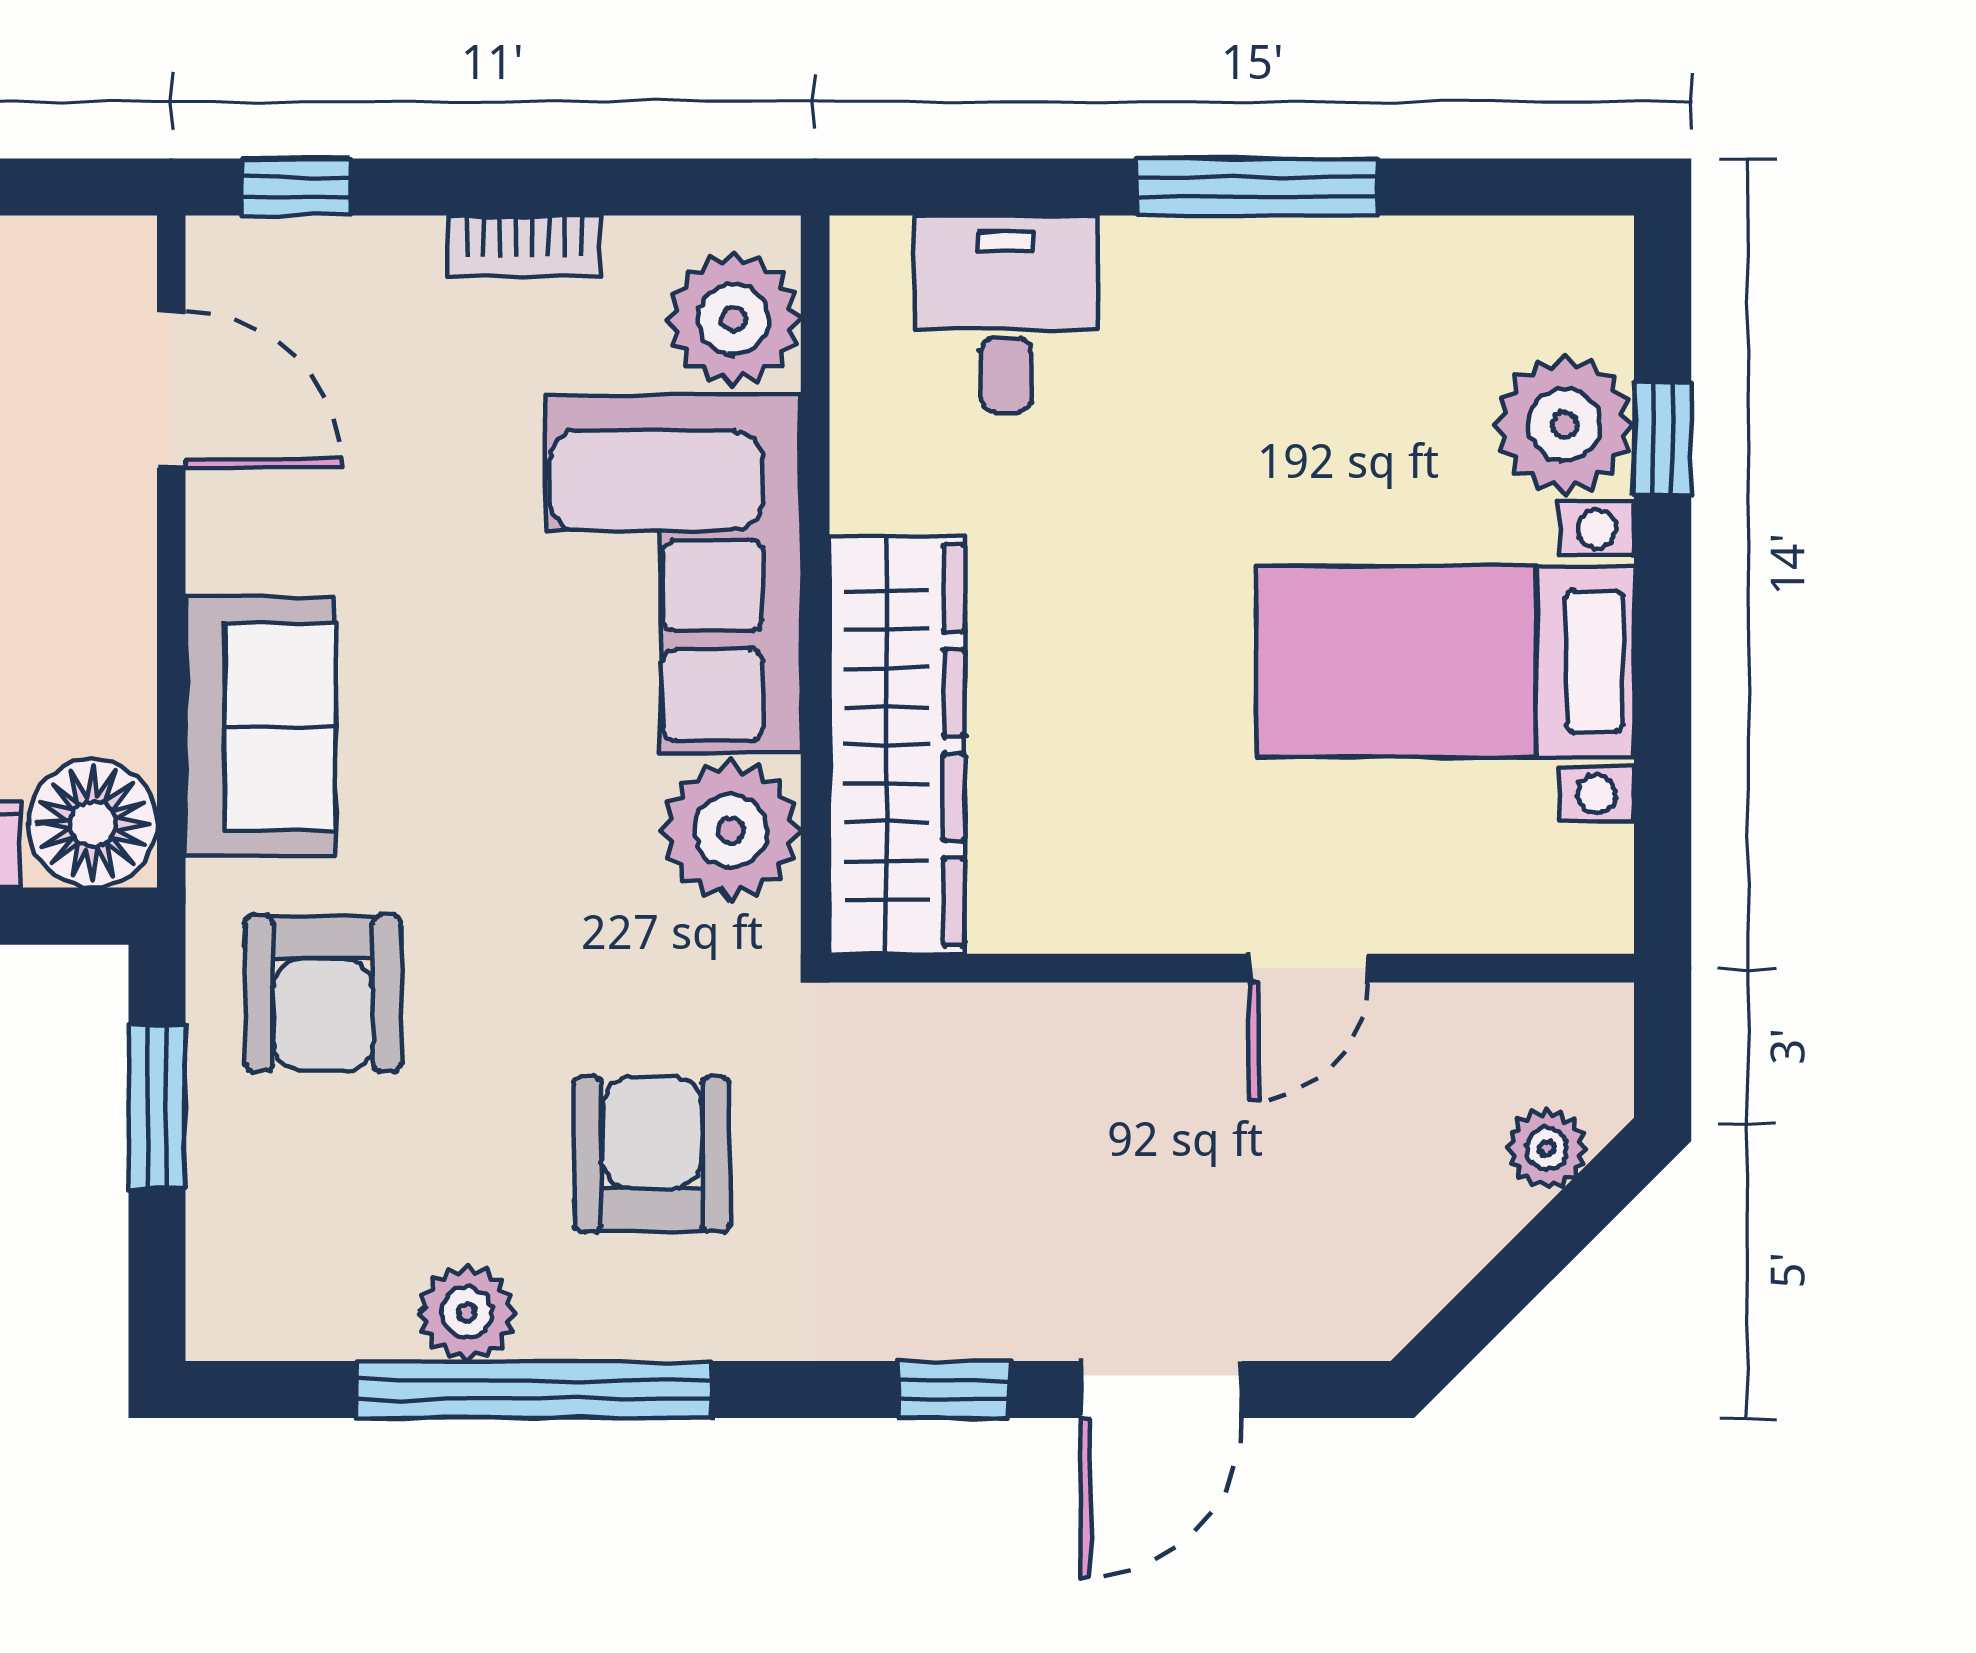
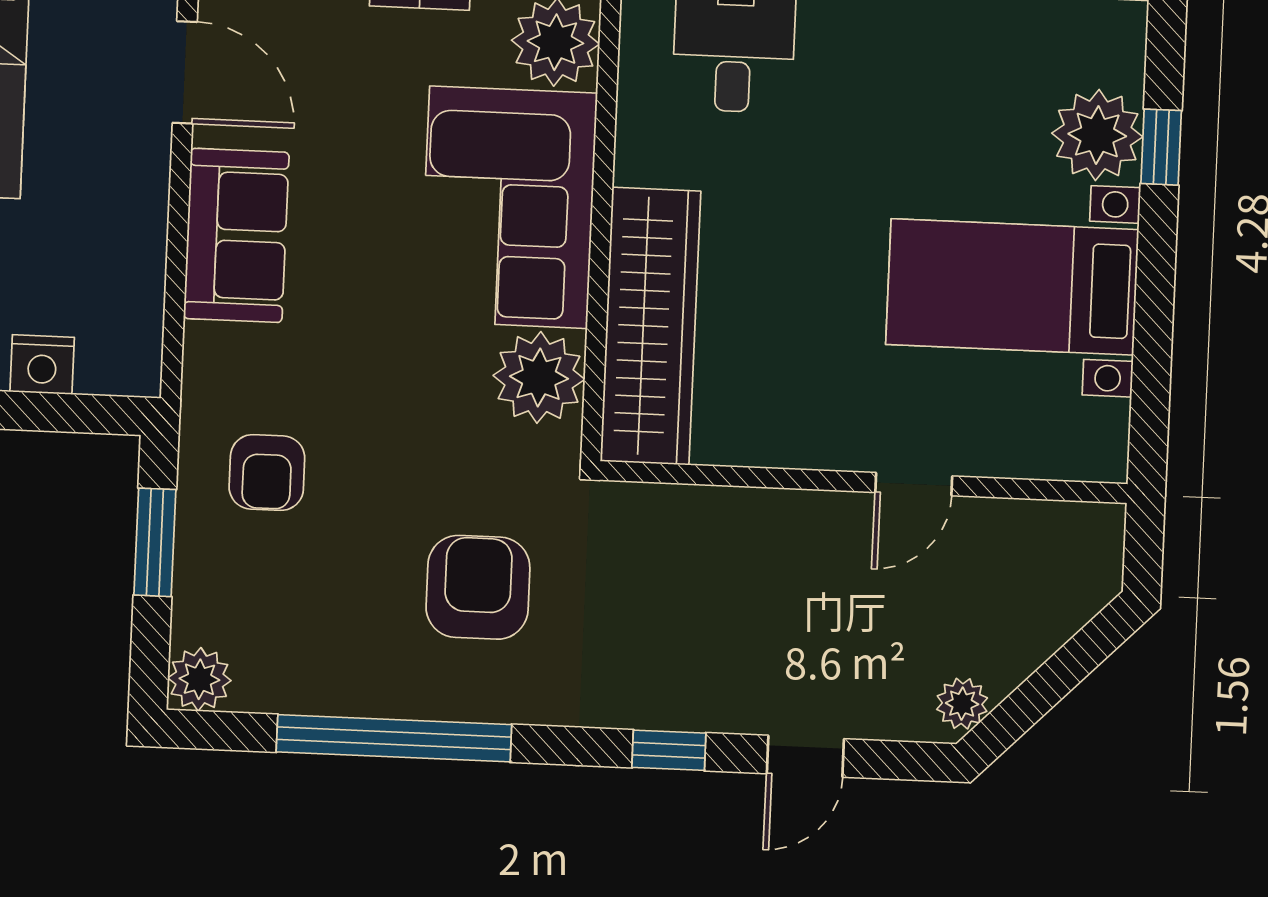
sofa: (261, 727) -> (236, 235), moved
floor lamp: (93, 823) -> (121, 354), removed
armchair: (323, 993) -> (267, 473), width x0.72, depth x0.72
plant: (1547, 1149) -> (962, 704), moved
plant: (467, 1313) -> (199, 679), moved
door: (1162, 1390) -> (805, 756), width x0.73

